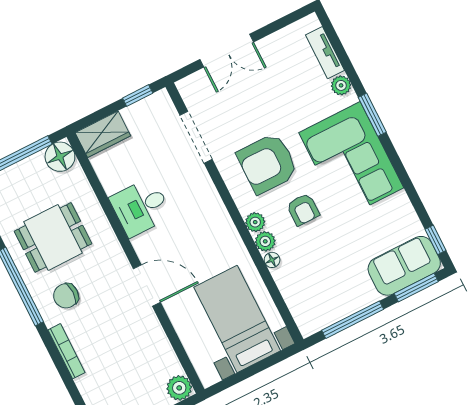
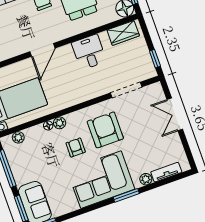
wardrobe: (103, 134) -> (123, 33), moved, turned -90
armchair: (303, 209) -> (76, 147), turned 90
plant: (255, 222) -> (18, 137), moved

